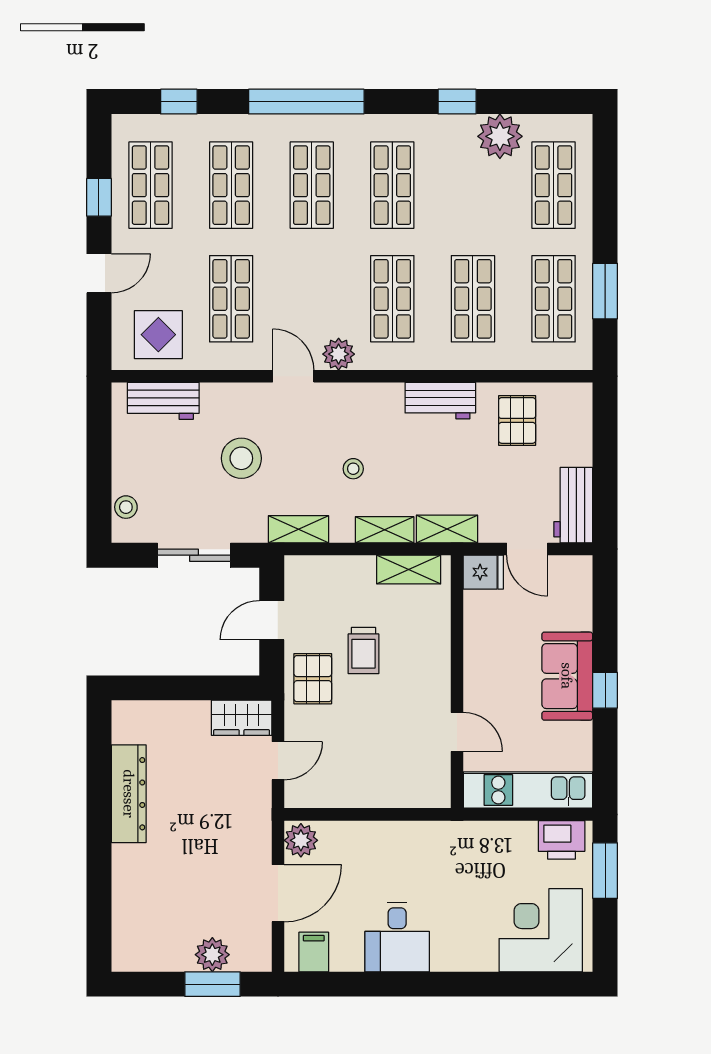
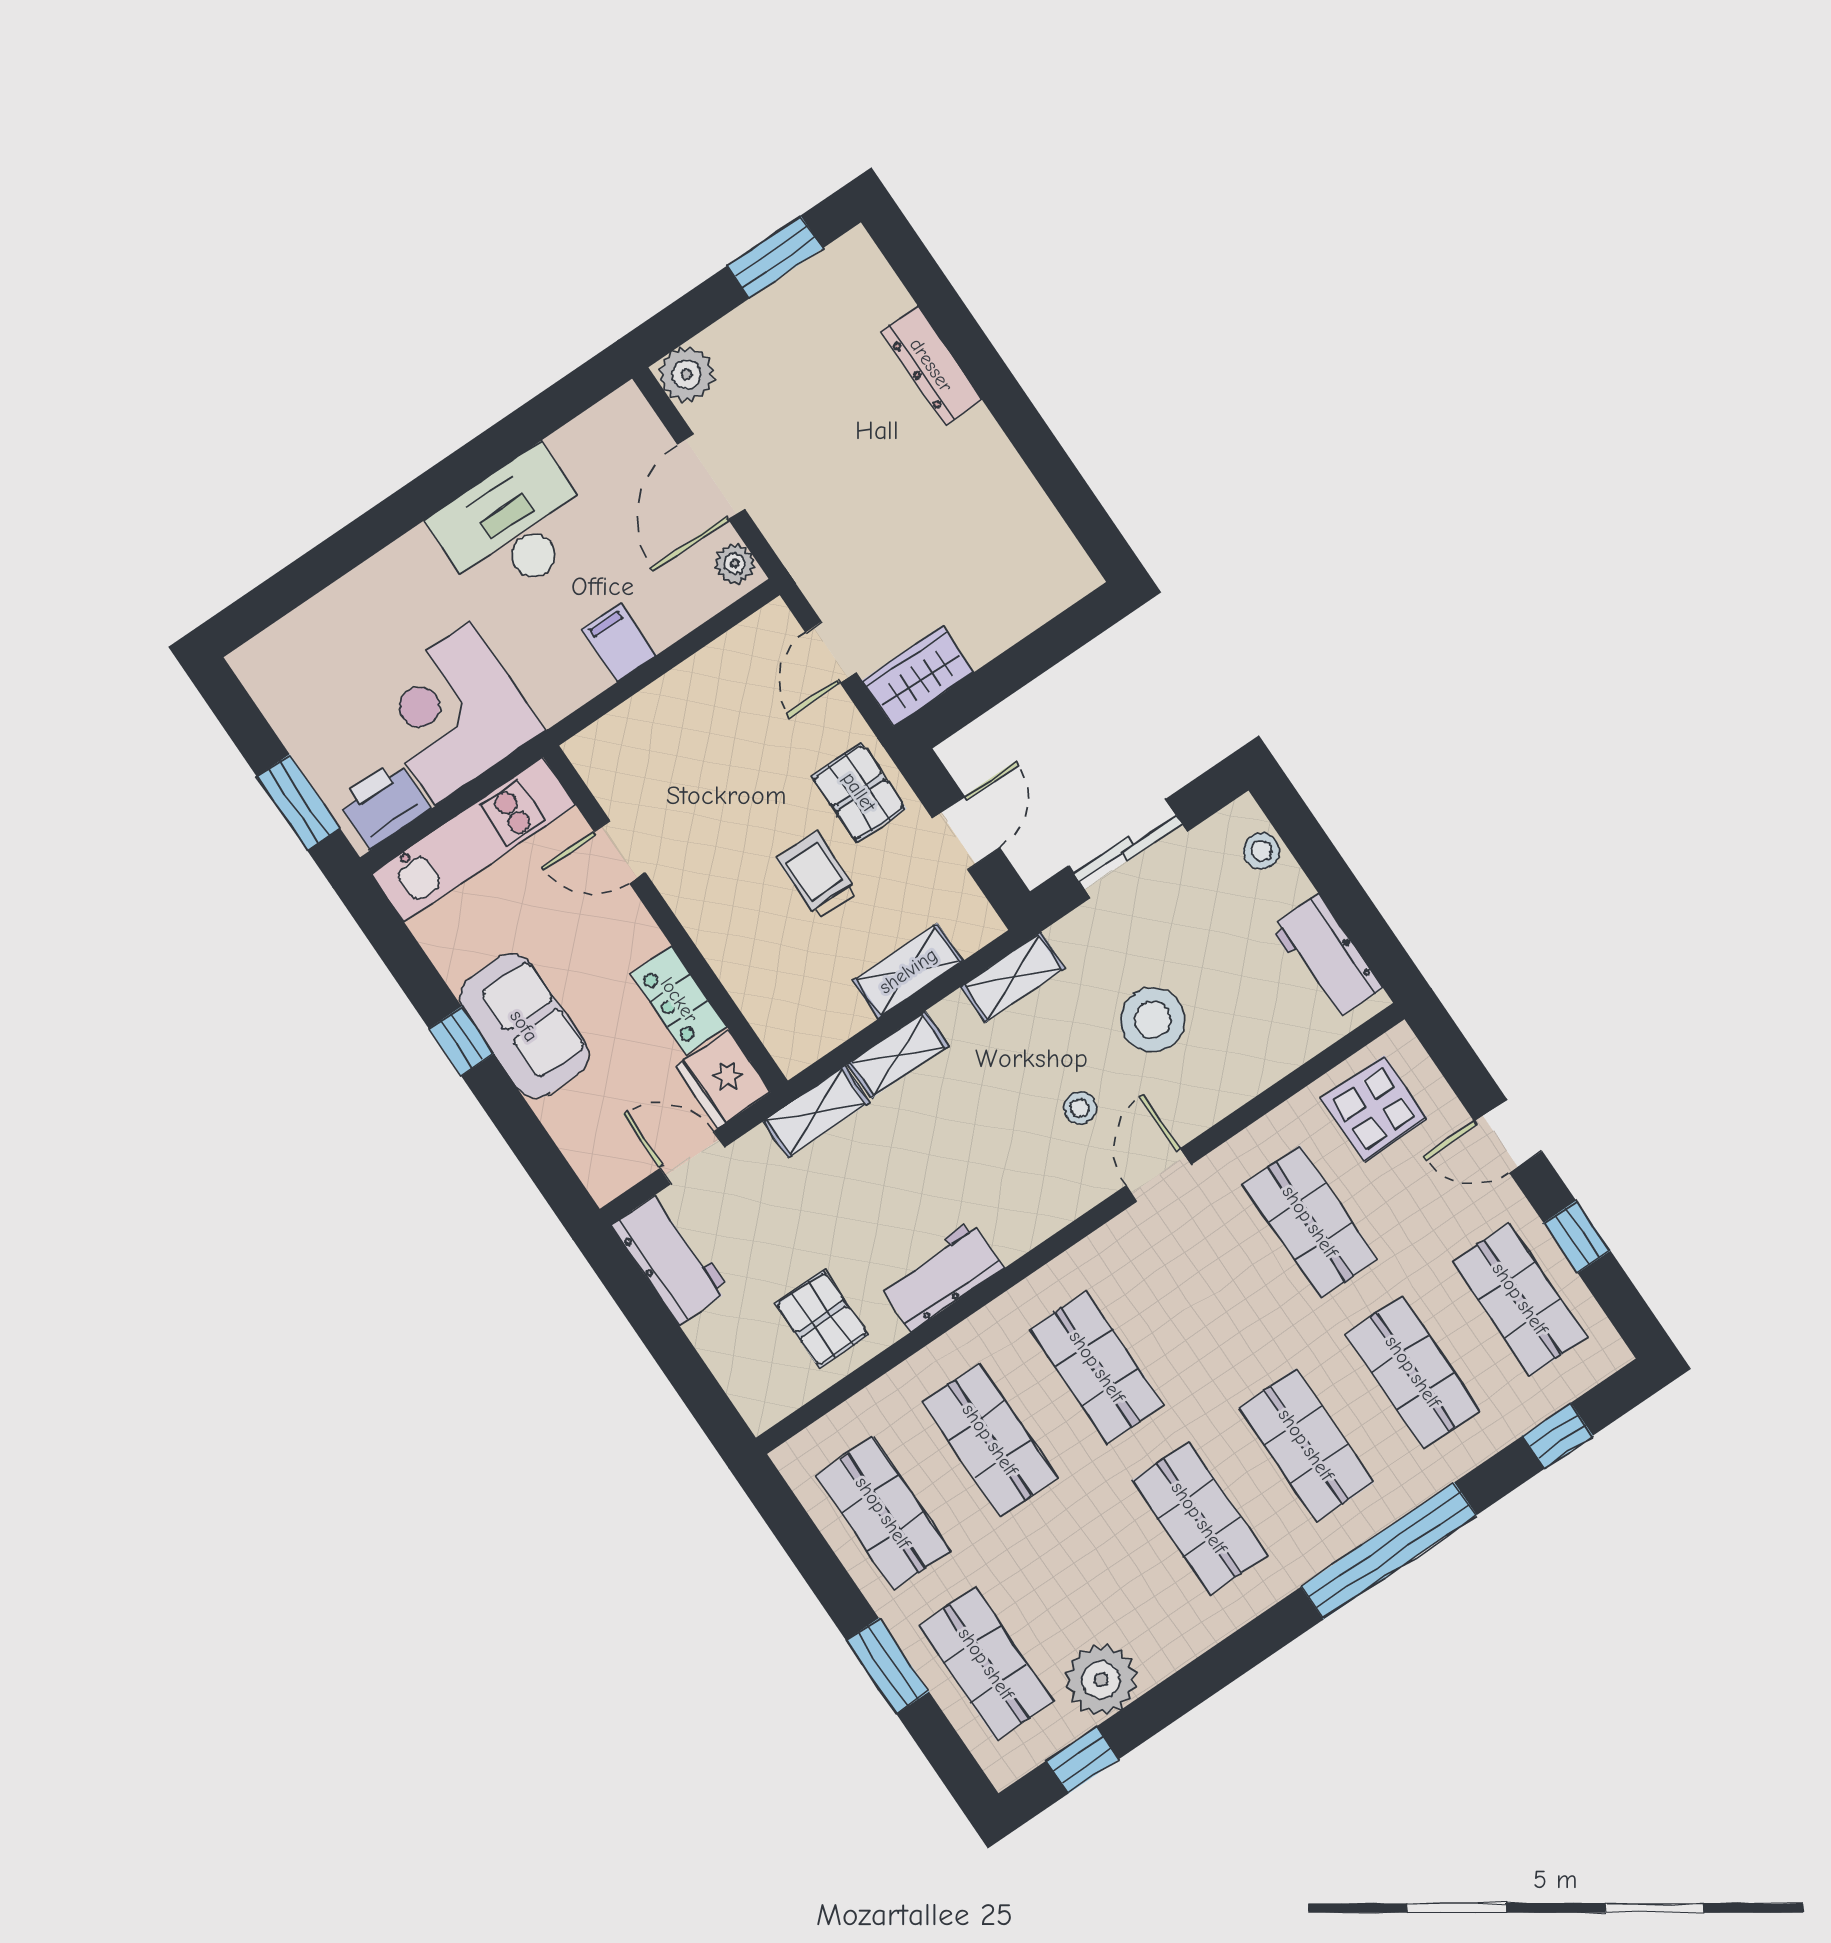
window: (457, 102) -> (1083, 1760), moved
door: (99, 273) -> (1508, 1136), hinge flipped
window: (605, 291) -> (888, 1666), moved
plant: (339, 354) -> (1118, 1246), removed
door: (293, 376) -> (1158, 1175), swing flipped
workbench: (163, 401) -> (1326, 957), moved, turned -90
stool: (353, 469) -> (1080, 1108), moved
shelving: (409, 570) -> (908, 971), moved
fridge: (483, 572) -> (723, 1079), width x1.38
locker: (478, 635) -> (679, 1000), added
dresser: (129, 794) -> (931, 365), moved, width x0.73, depth x0.80
plant: (301, 840) -> (735, 564), width x0.73, depth x0.73
corner desk: (541, 930) -> (453, 713), moved, turned 180
desk: (397, 937) -> (514, 527), width x1.37
filing cabinet: (314, 952) -> (619, 642), moved, turned 180
plant: (212, 955) -> (687, 374), moved
window: (213, 984) -> (775, 257), moved

